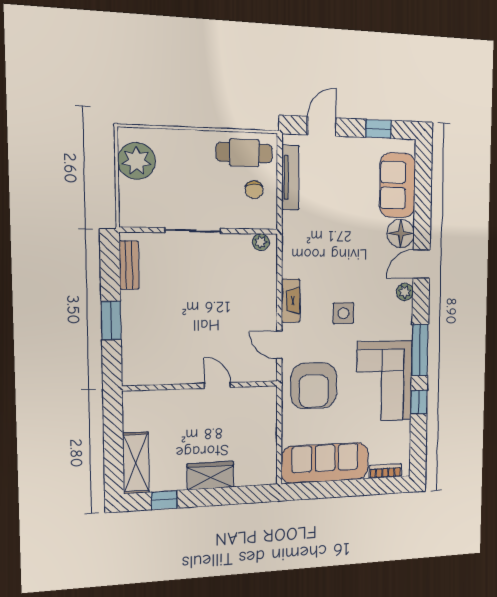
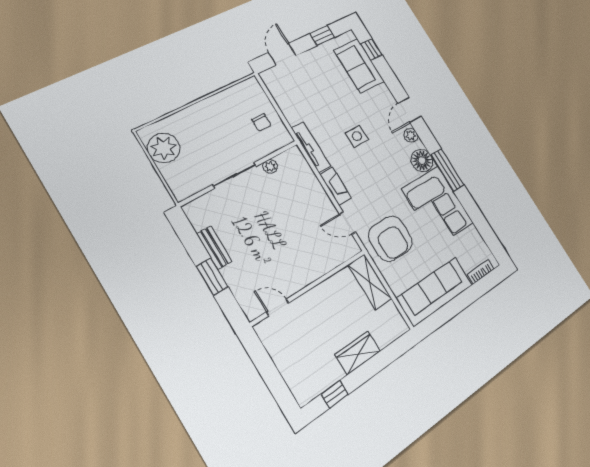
cafe table: (244, 153) -> (239, 100), removed
tv unit: (290, 177) -> (311, 147), moved
floor lamp: (401, 233) -> (422, 161), moved
plant: (261, 242) -> (270, 167), moved
bench: (129, 265) -> (214, 248), moved
side table: (343, 313) -> (357, 136), moved
door: (217, 385) -> (278, 307), moved
window: (419, 402) -> (372, 49), moved
shelving: (136, 463) -> (370, 282), moved

